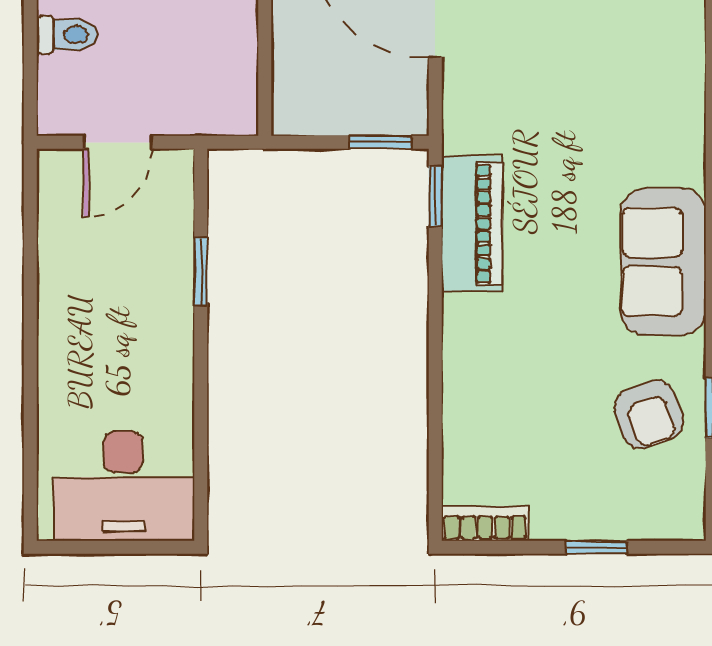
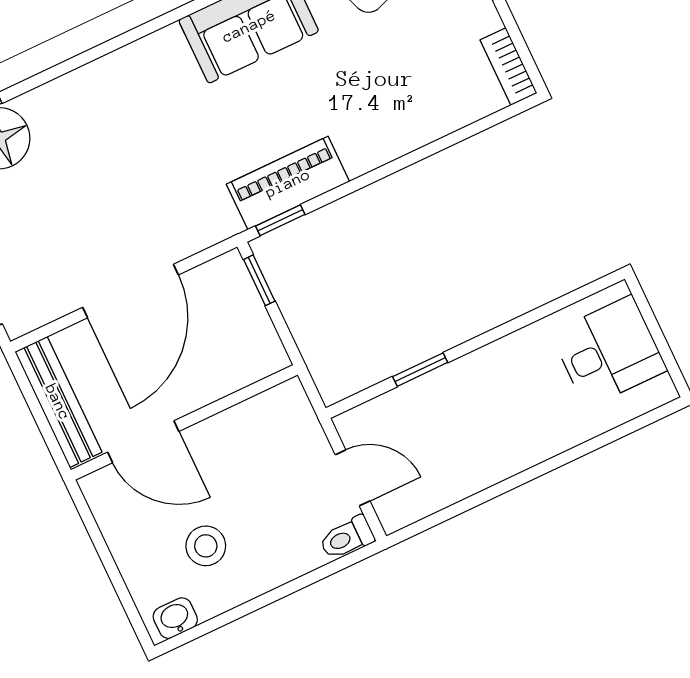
toilet: (67, 35) -> (347, 538), moved, turned -90
desk: (123, 486) -> (609, 352), width x0.73

